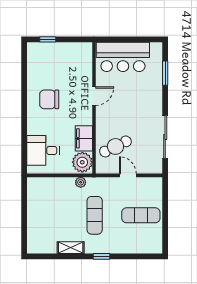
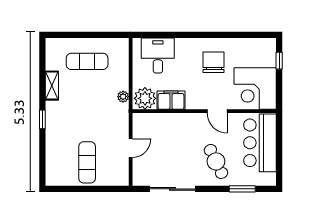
corner desk: (73, 61) -> (255, 88), added
cafe table: (115, 146) -> (216, 161), moved
exercise mat: (95, 215) -> (87, 61), moved

